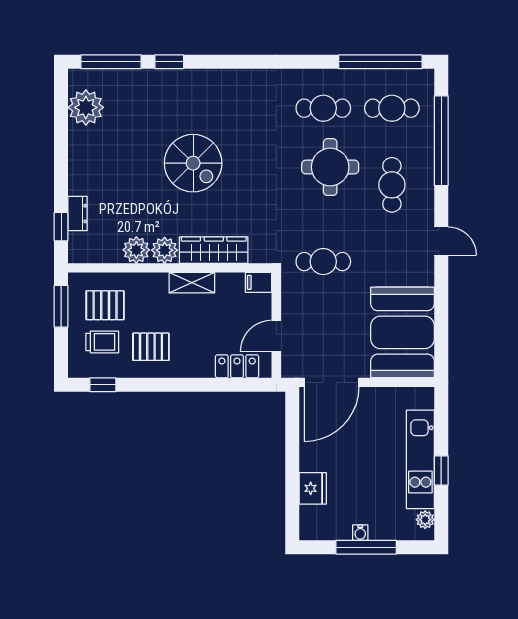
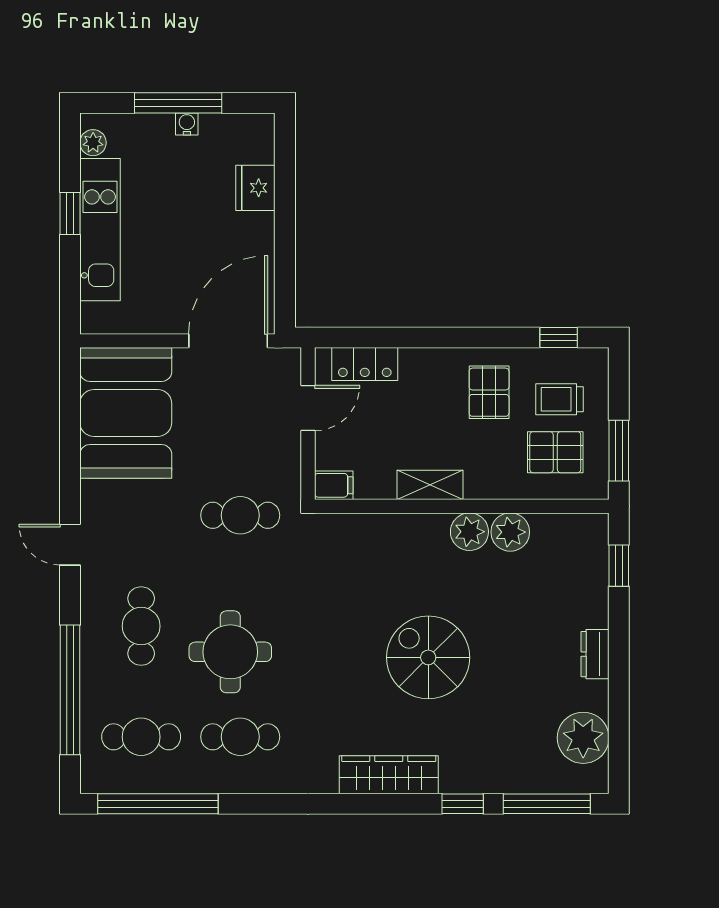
dresser: (78, 214) -> (595, 654), moved
wardrobe: (214, 250) -> (389, 775), moved, turned 180
pallet: (151, 347) -> (489, 392), turned 90

